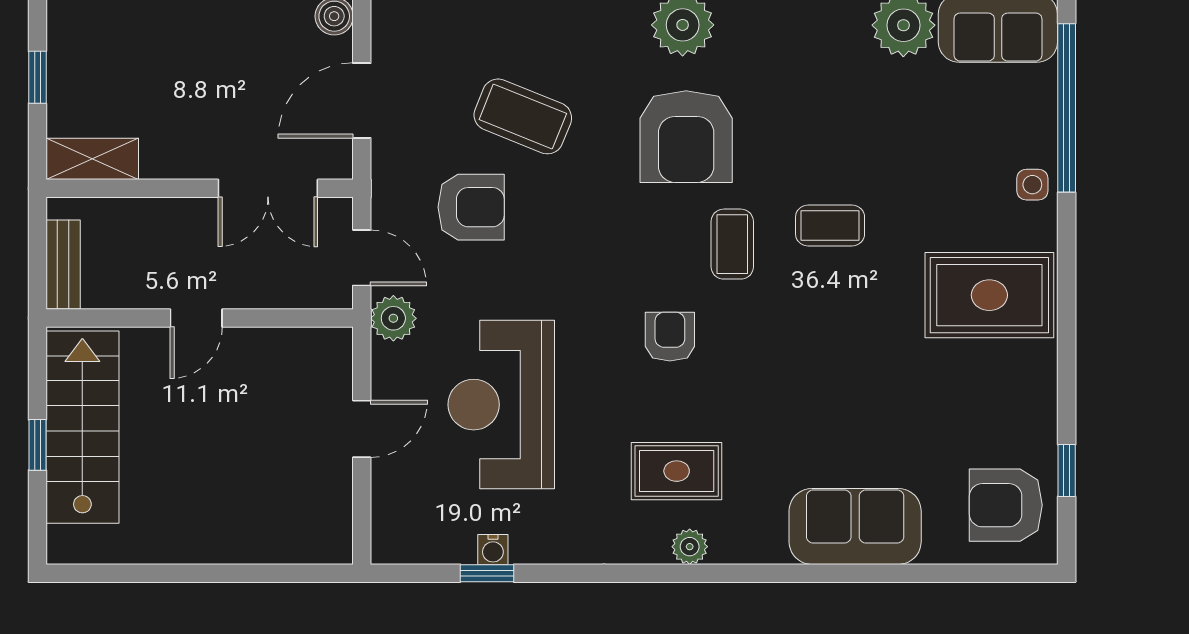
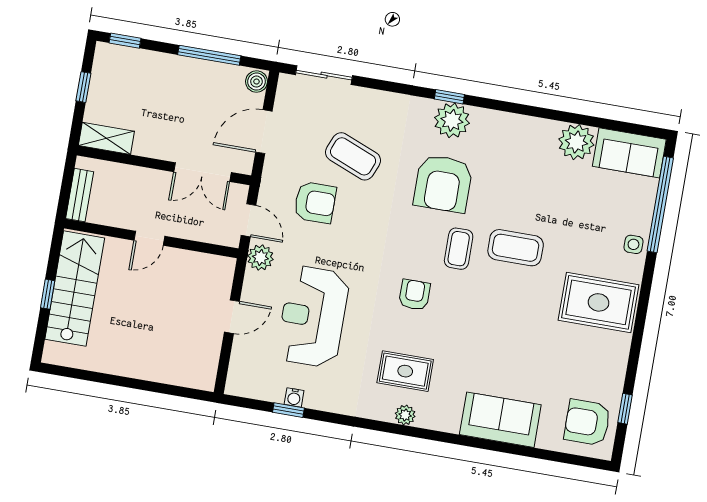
coffee table: (830, 226) -> (516, 248), width x1.36, depth x1.30

